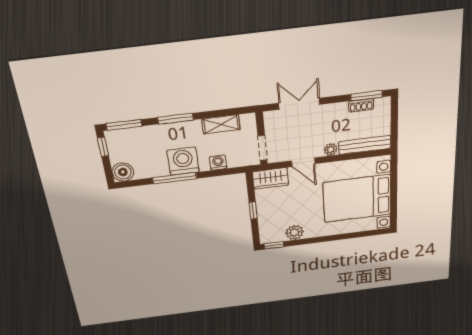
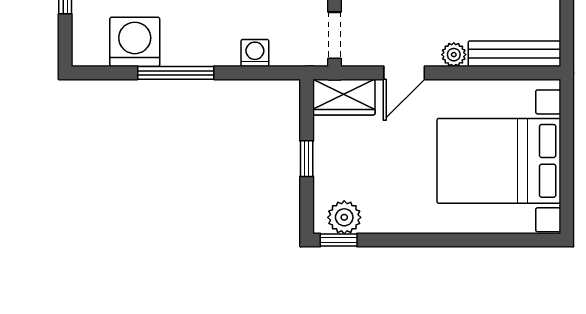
washing machine: (183, 161) -> (135, 42), moved
door: (303, 162) -> (404, 73), hinge flipped
boiler: (123, 172) -> (89, 49), removed
plant: (295, 232) -> (344, 217), moved

